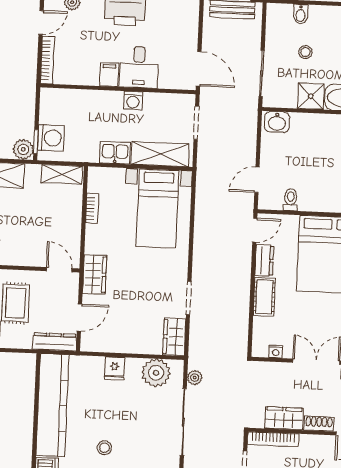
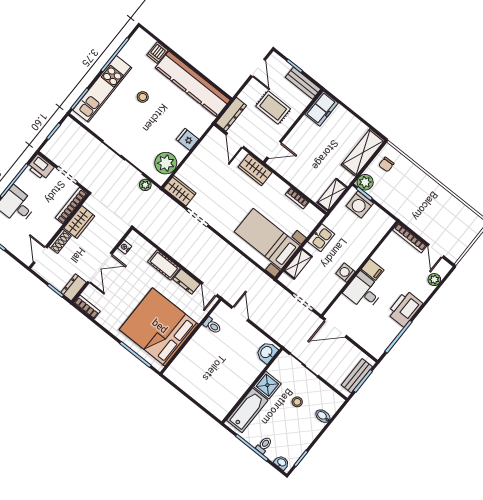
shelving: (160, 154) -> (298, 264), width x0.67, depth x0.75

